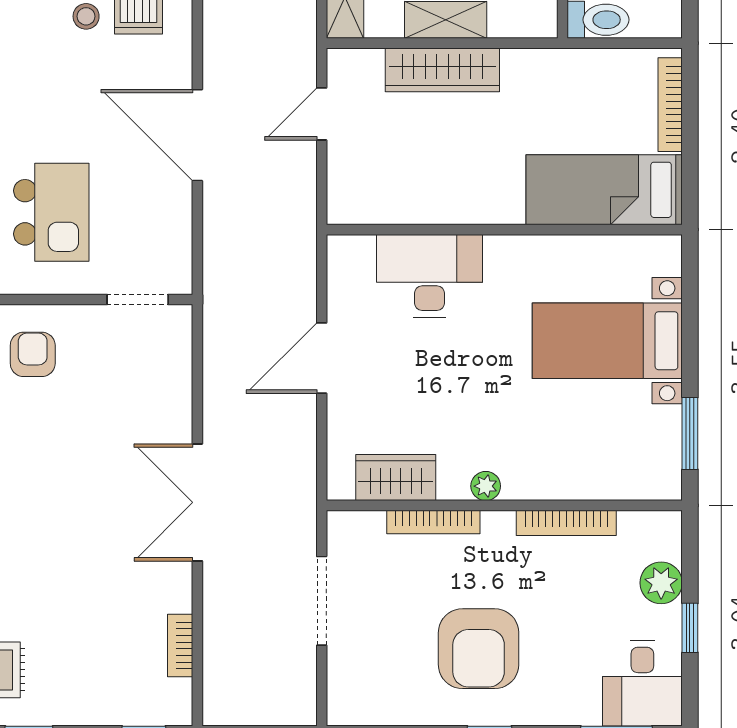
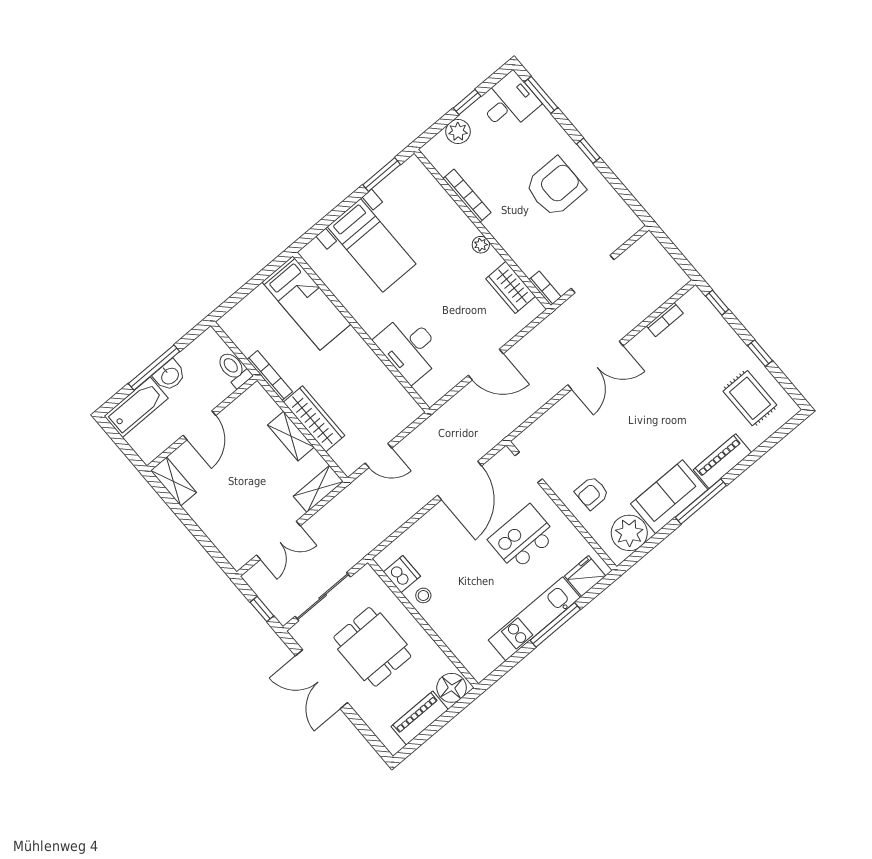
bookcase: (670, 105) -> (270, 376), moved, turned -90
door: (197, 135) -> (460, 481), moved
bookcase: (433, 522) -> (545, 288), moved, width x0.64

